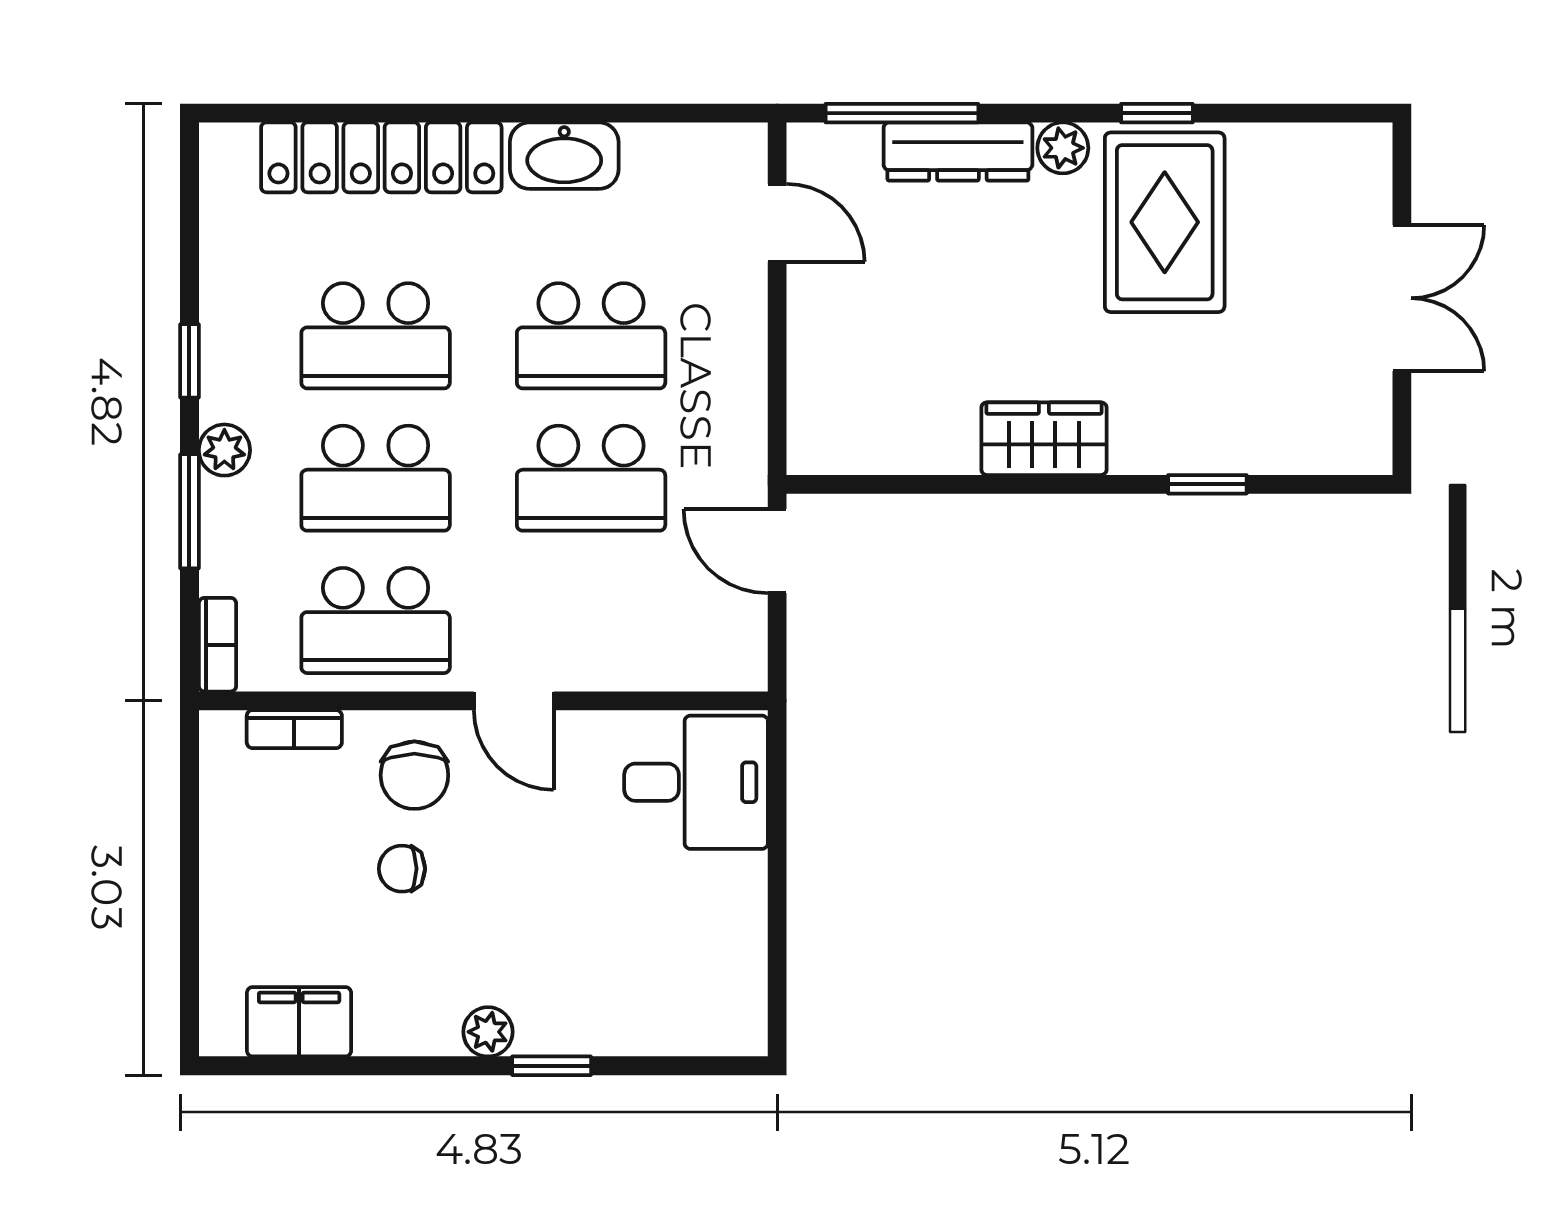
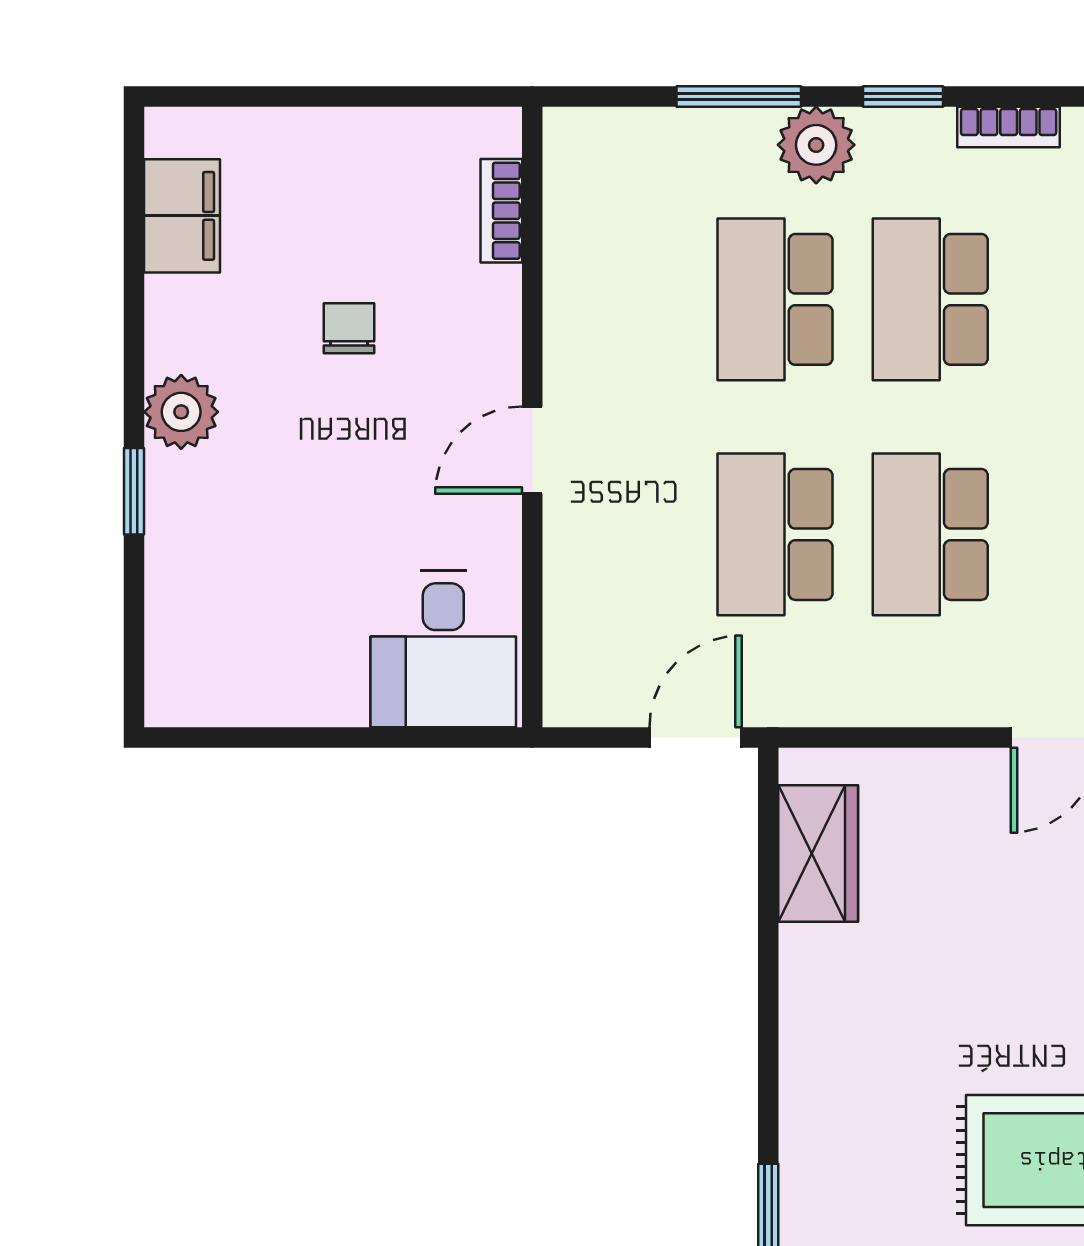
wardrobe: (1044, 439) -> (818, 854), moved
plant: (224, 450) -> (816, 145), width x1.38, depth x1.38
school desk: (376, 620) -> (620, 299), removed
bookcase: (218, 645) -> (1009, 127), moved
chair: (414, 775) -> (451, 342), removed
plant: (488, 1032) -> (181, 412), width x1.38, depth x1.38

